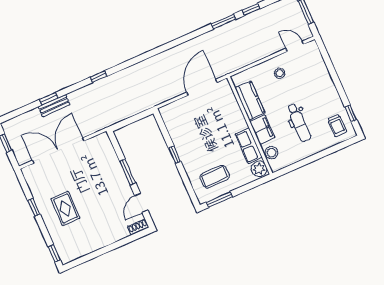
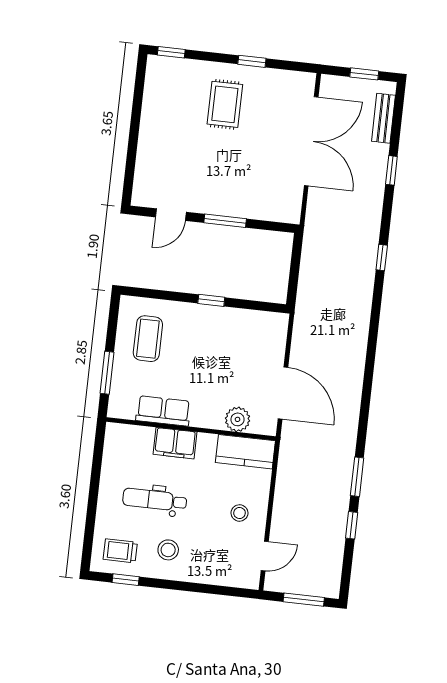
kitchen counter: (250, 101) -> (245, 452), moved
bench: (54, 106) -> (383, 118), moved
stool: (272, 153) -> (168, 550), moved
plant: (259, 169) -> (238, 419), moved
window: (219, 200) -> (107, 373), moved
door: (141, 203) -> (171, 215), swing flipped
rug: (65, 208) -> (225, 104), turned 90
shoe rack: (138, 227) -> (140, 191), removed

